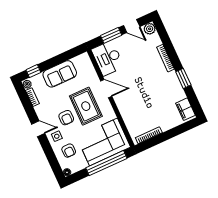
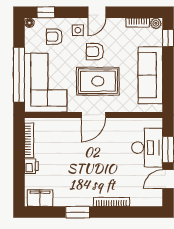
plant: (150, 29) -> (155, 199), removed
desk: (108, 58) -> (147, 148), moved, turned 90
sofa: (60, 74) -> (150, 75), width x1.36
door: (106, 89) -> (93, 115), moved
printer: (166, 125) -> (31, 166), added
window: (54, 164) -> (46, 12), added

